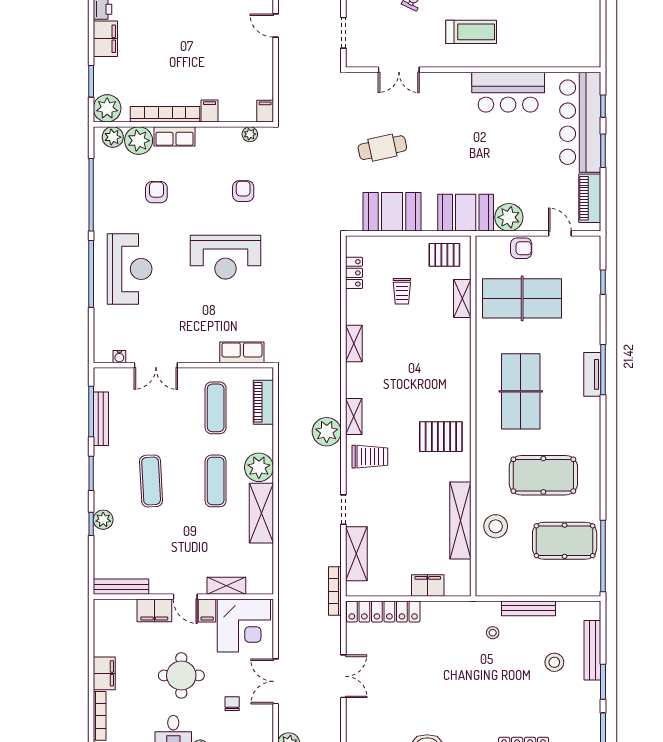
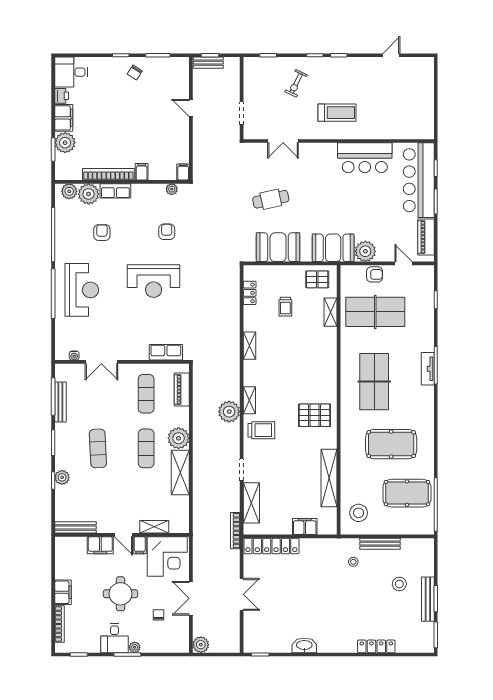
plant: (107, 108) -> (65, 143), moved
stool: (496, 526) -> (359, 513), moved
bench: (592, 650) -> (428, 599), moved

